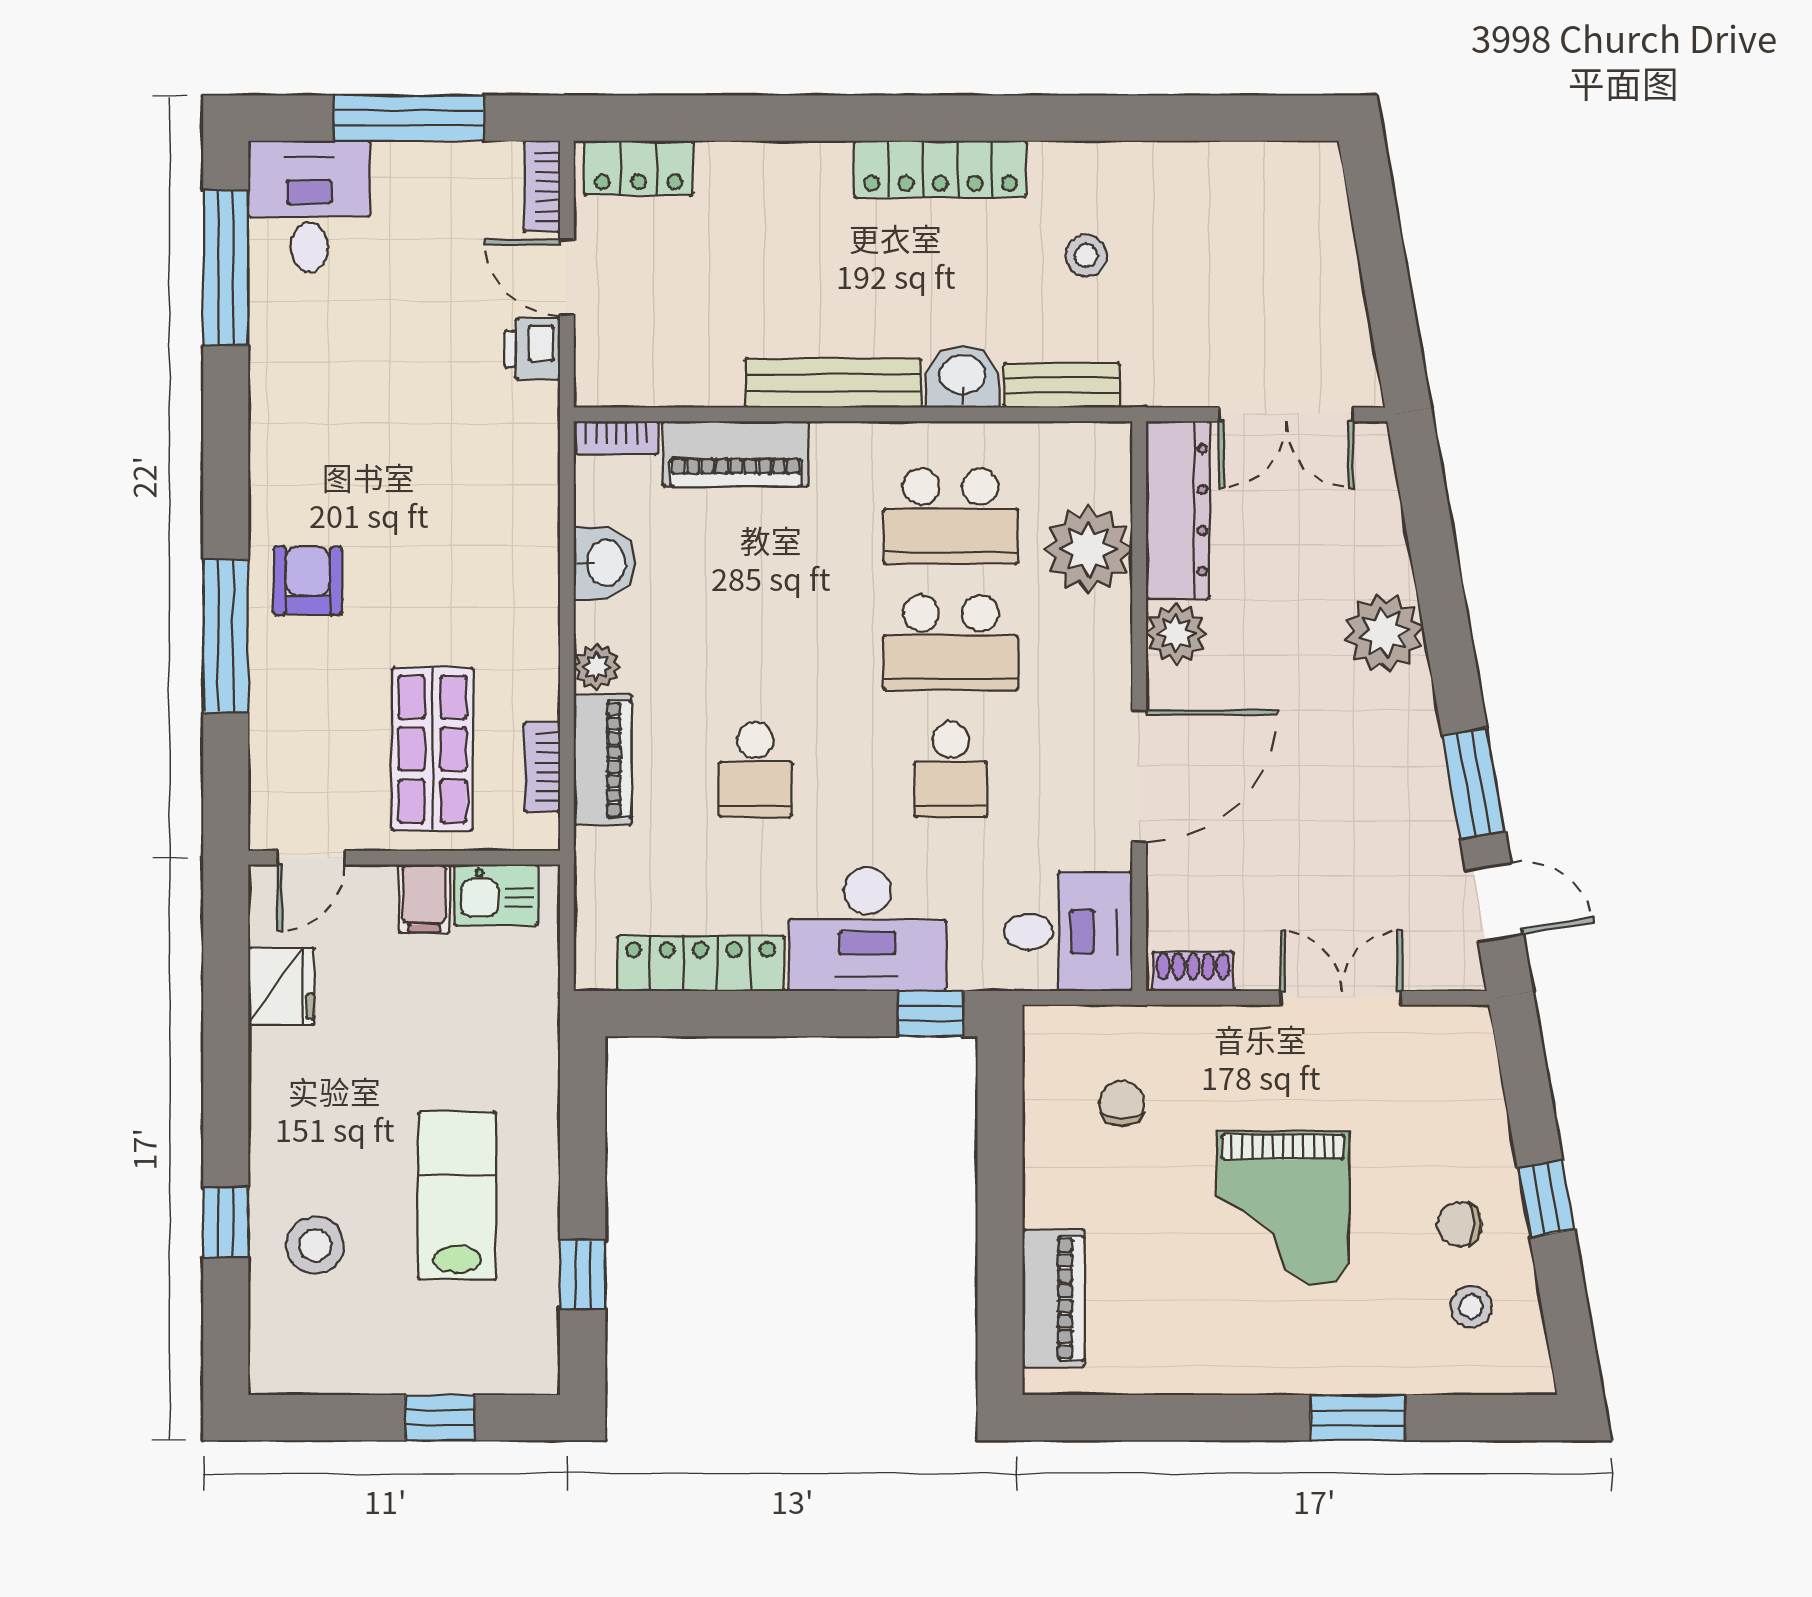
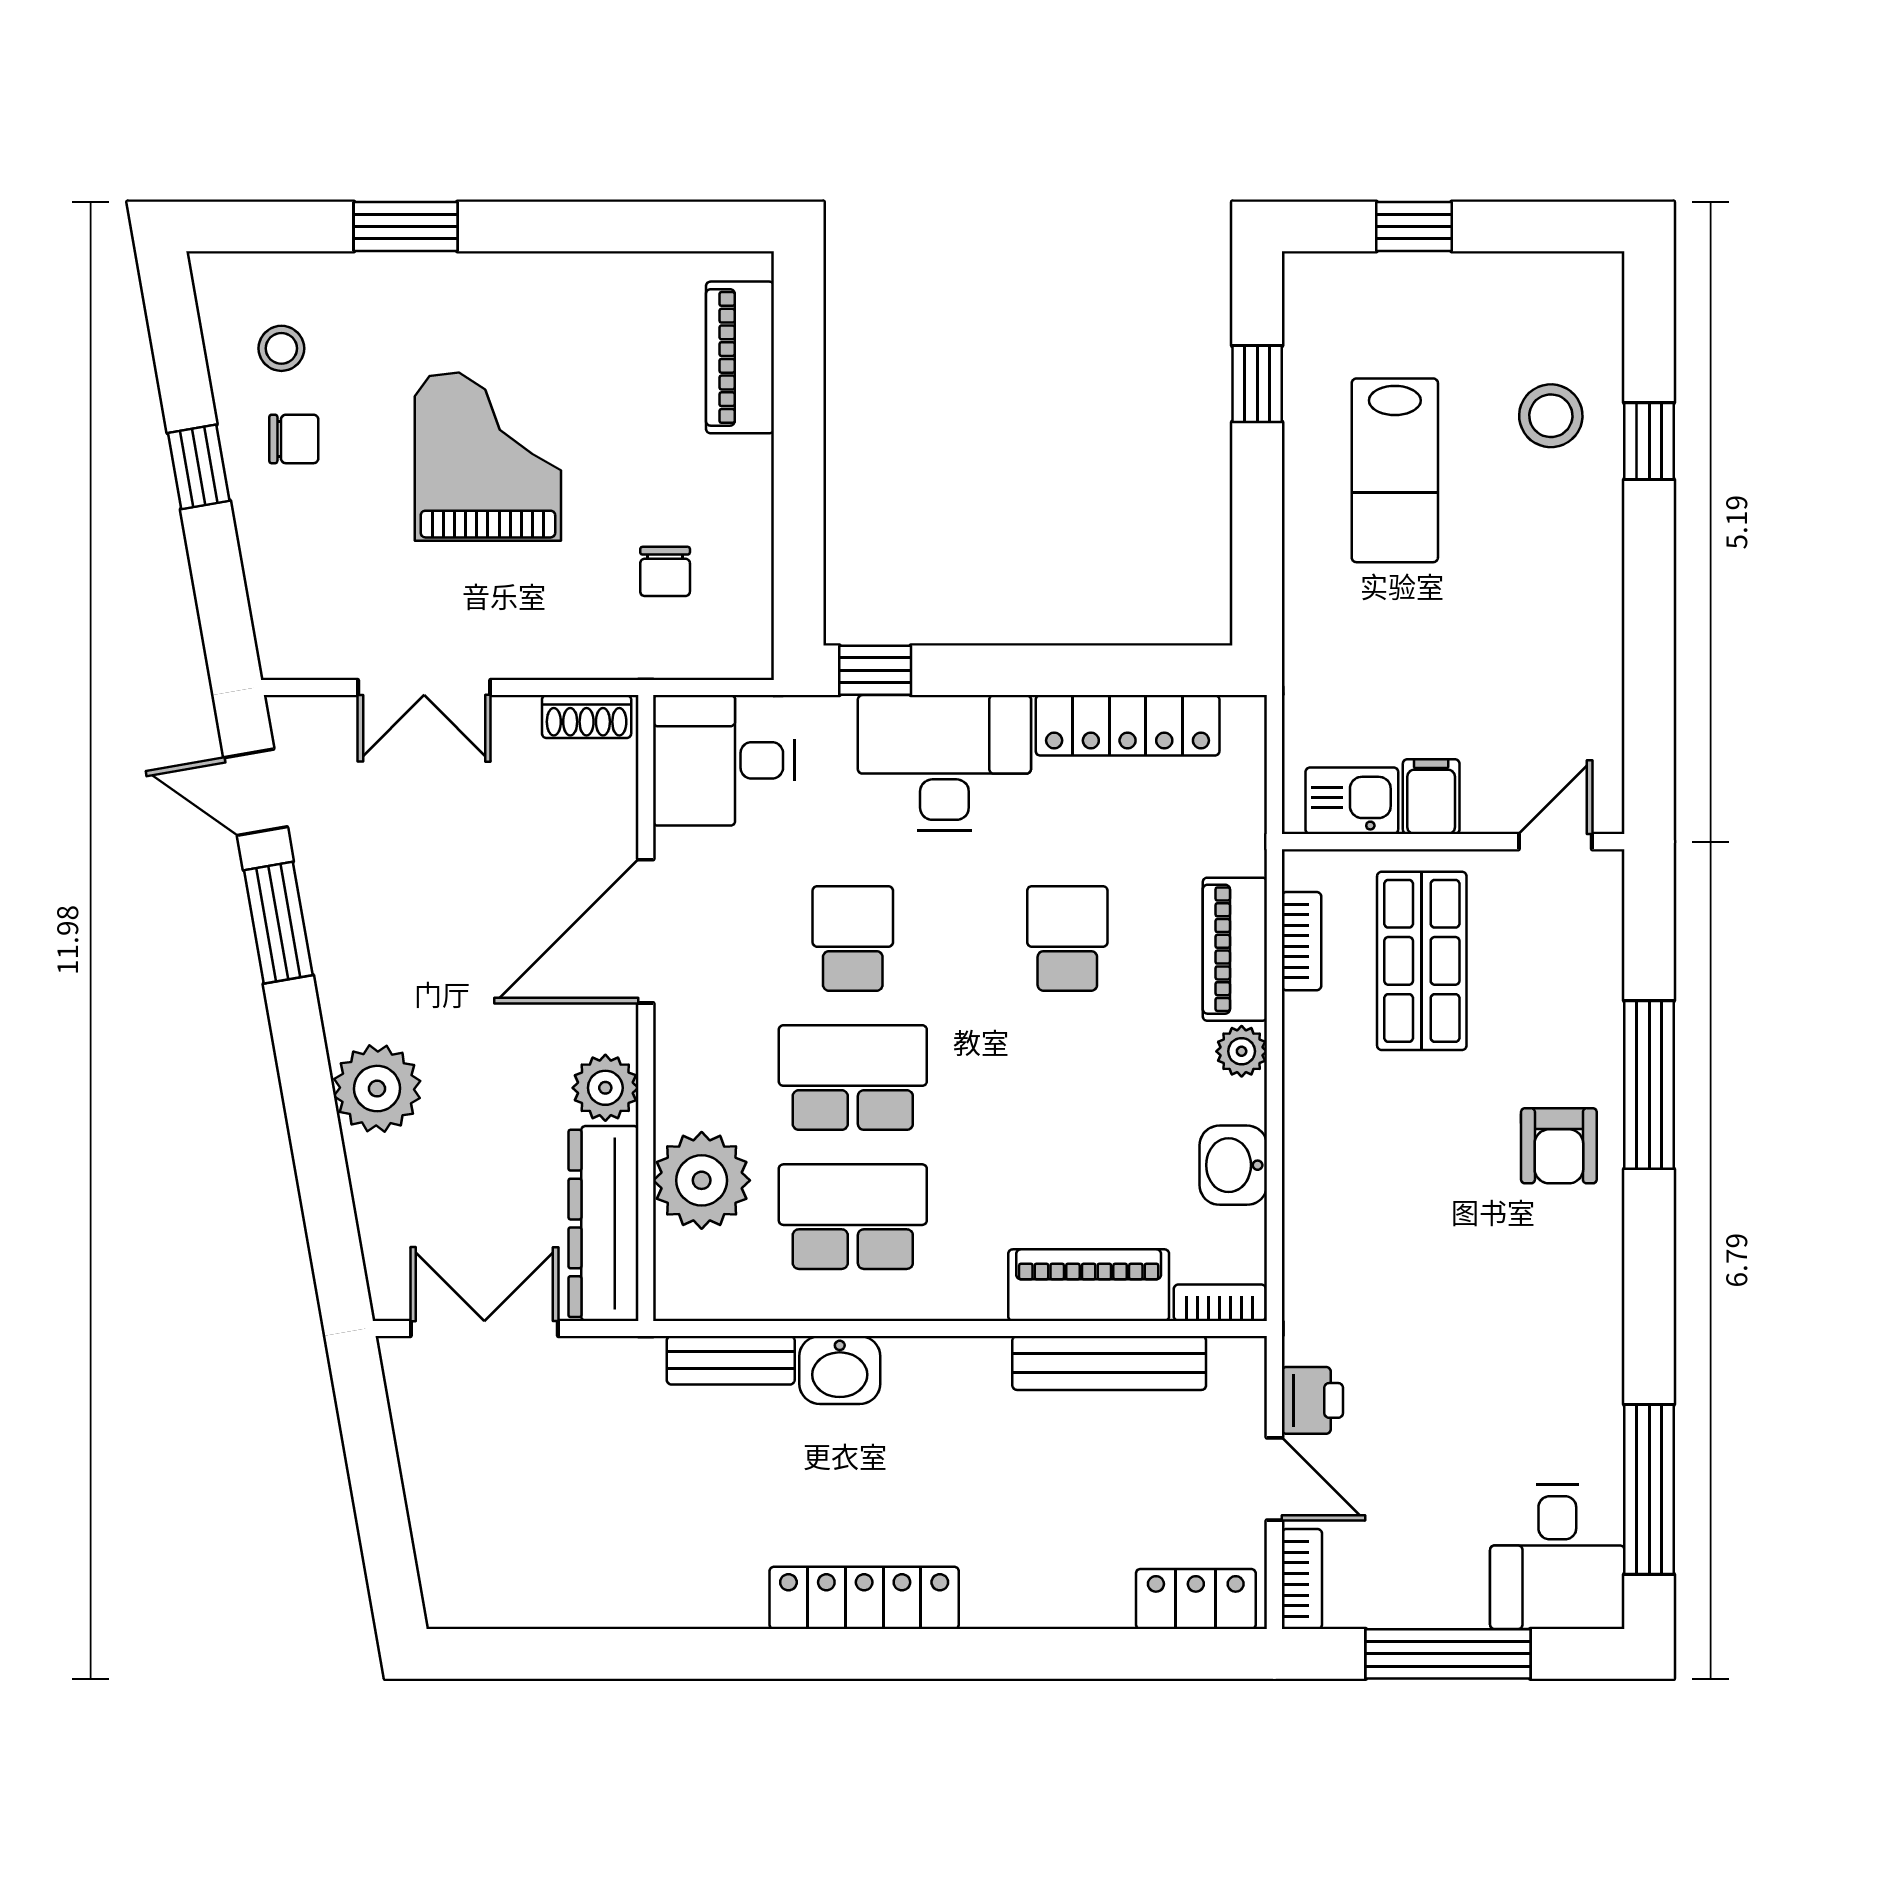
stool: (1086, 255) -> (704, 1503), removed
bench: (833, 383) -> (1109, 1363), moved
fridge: (281, 986) -> (1588, 700), removed

